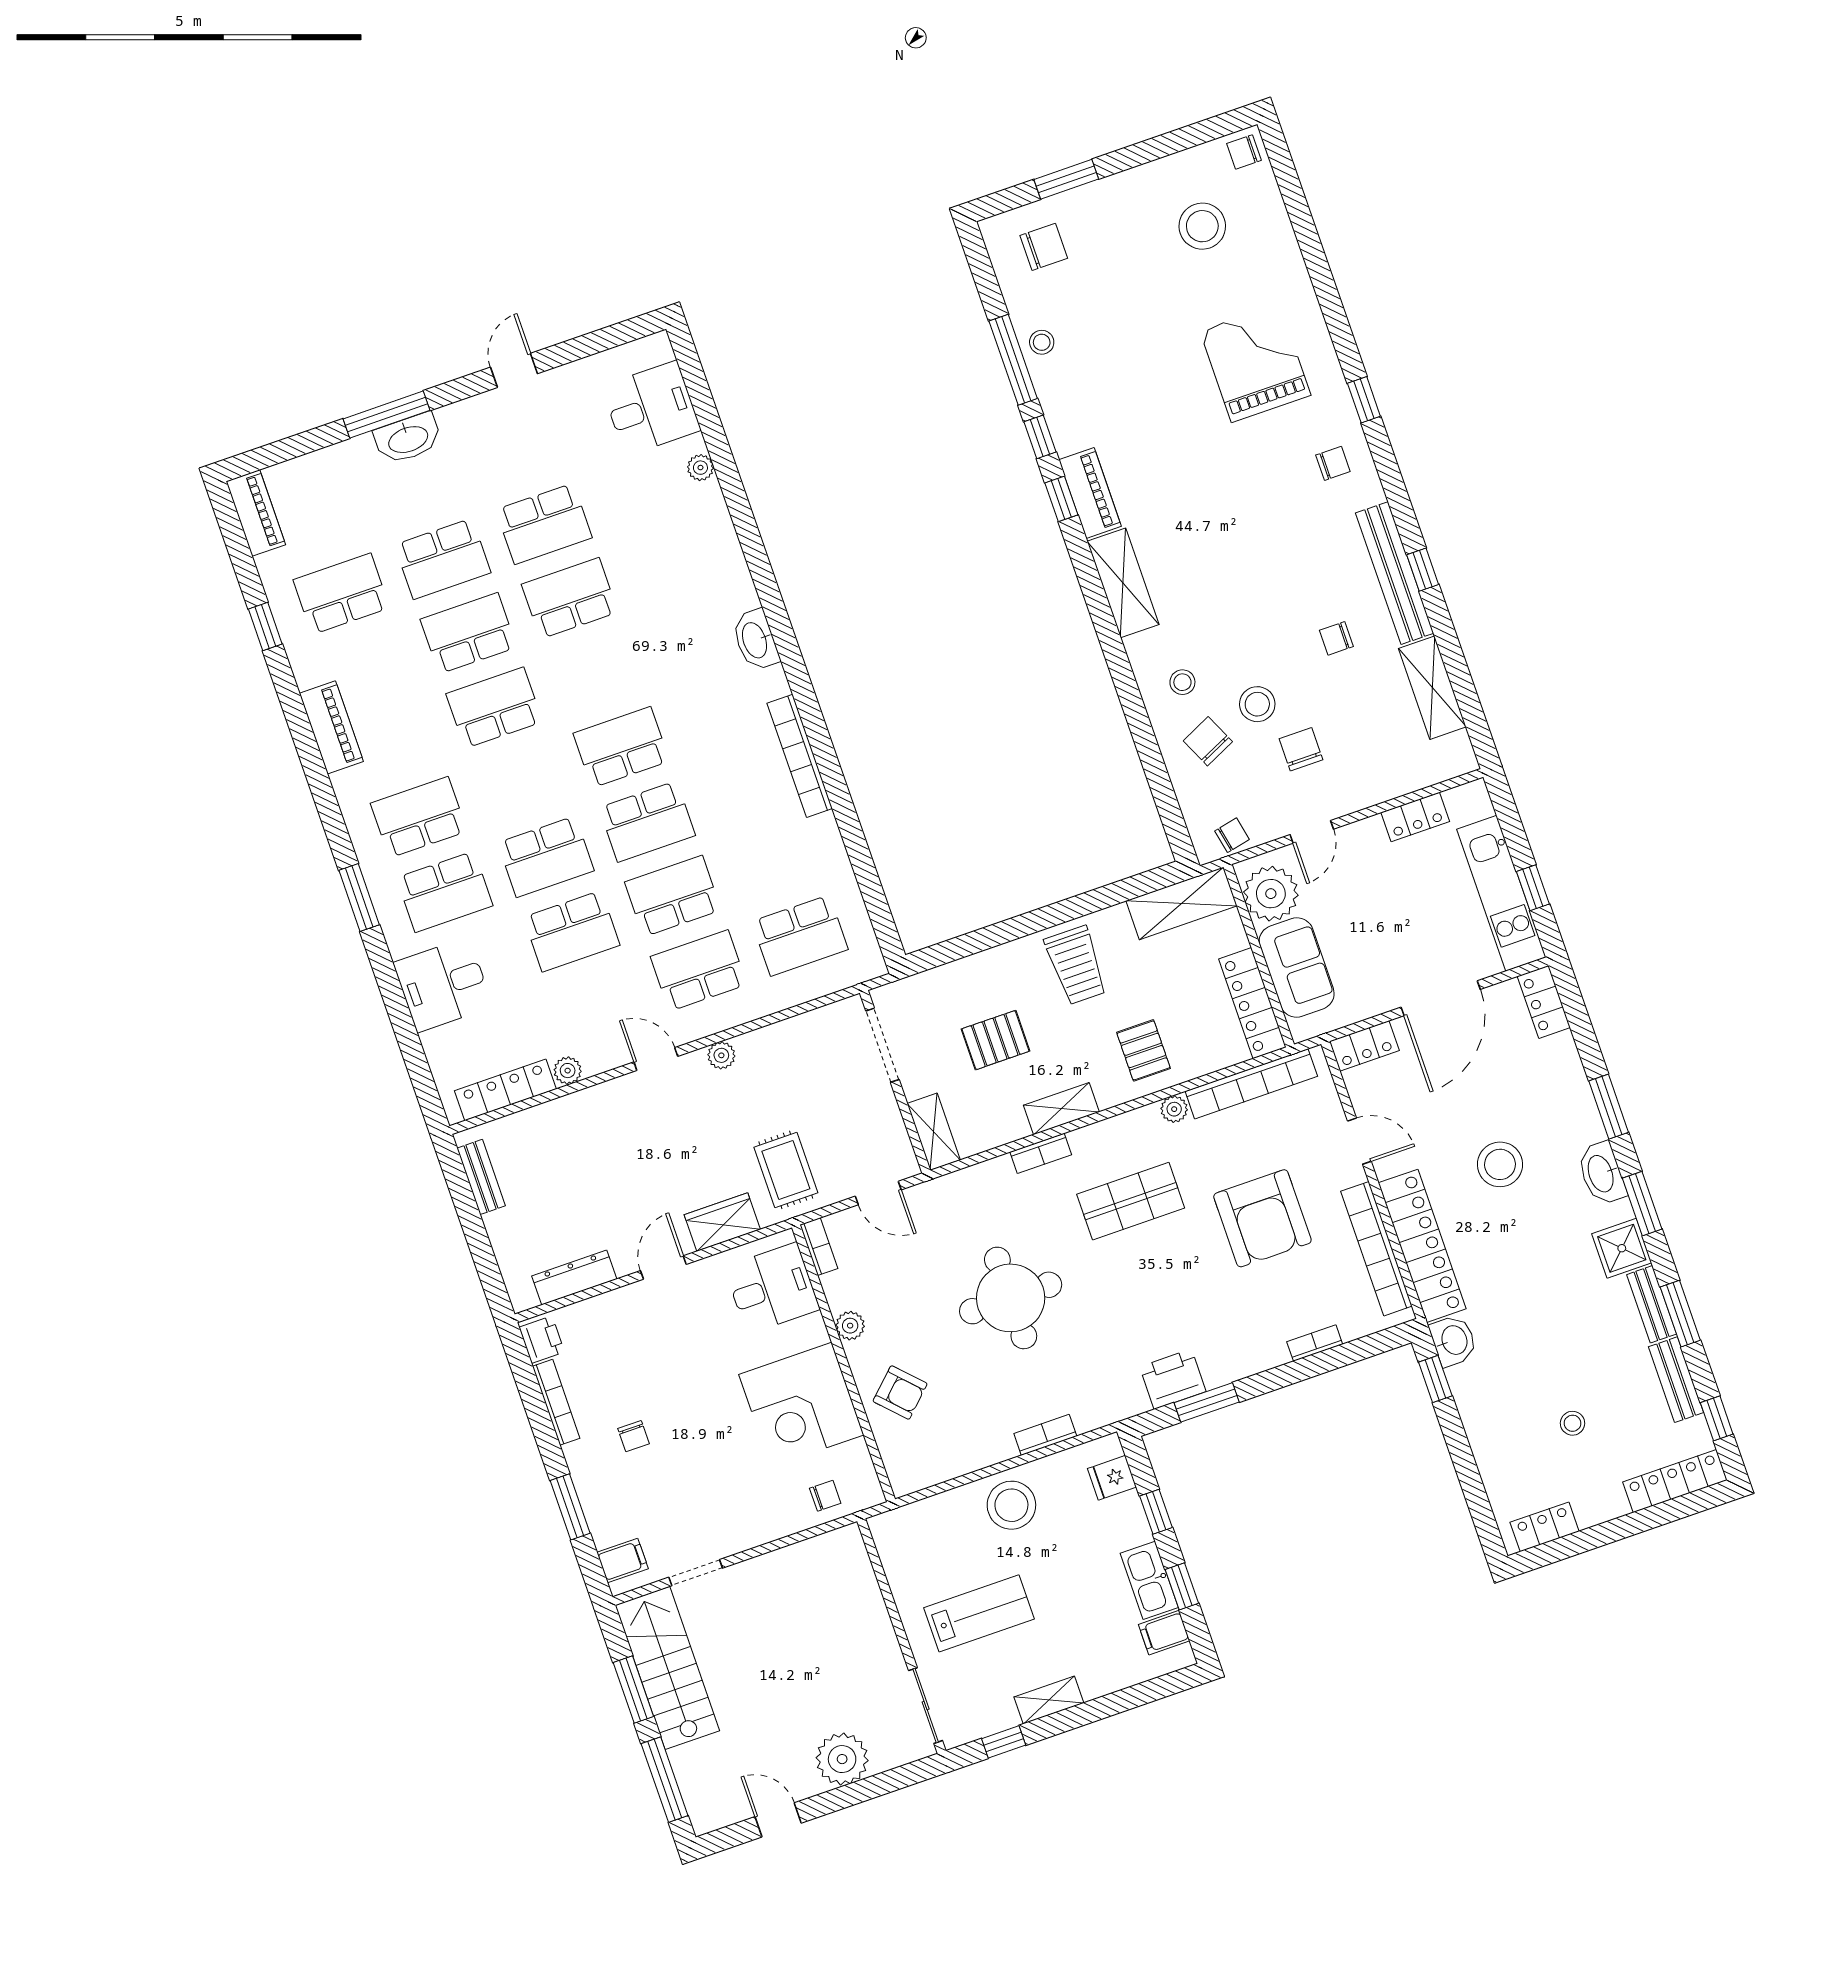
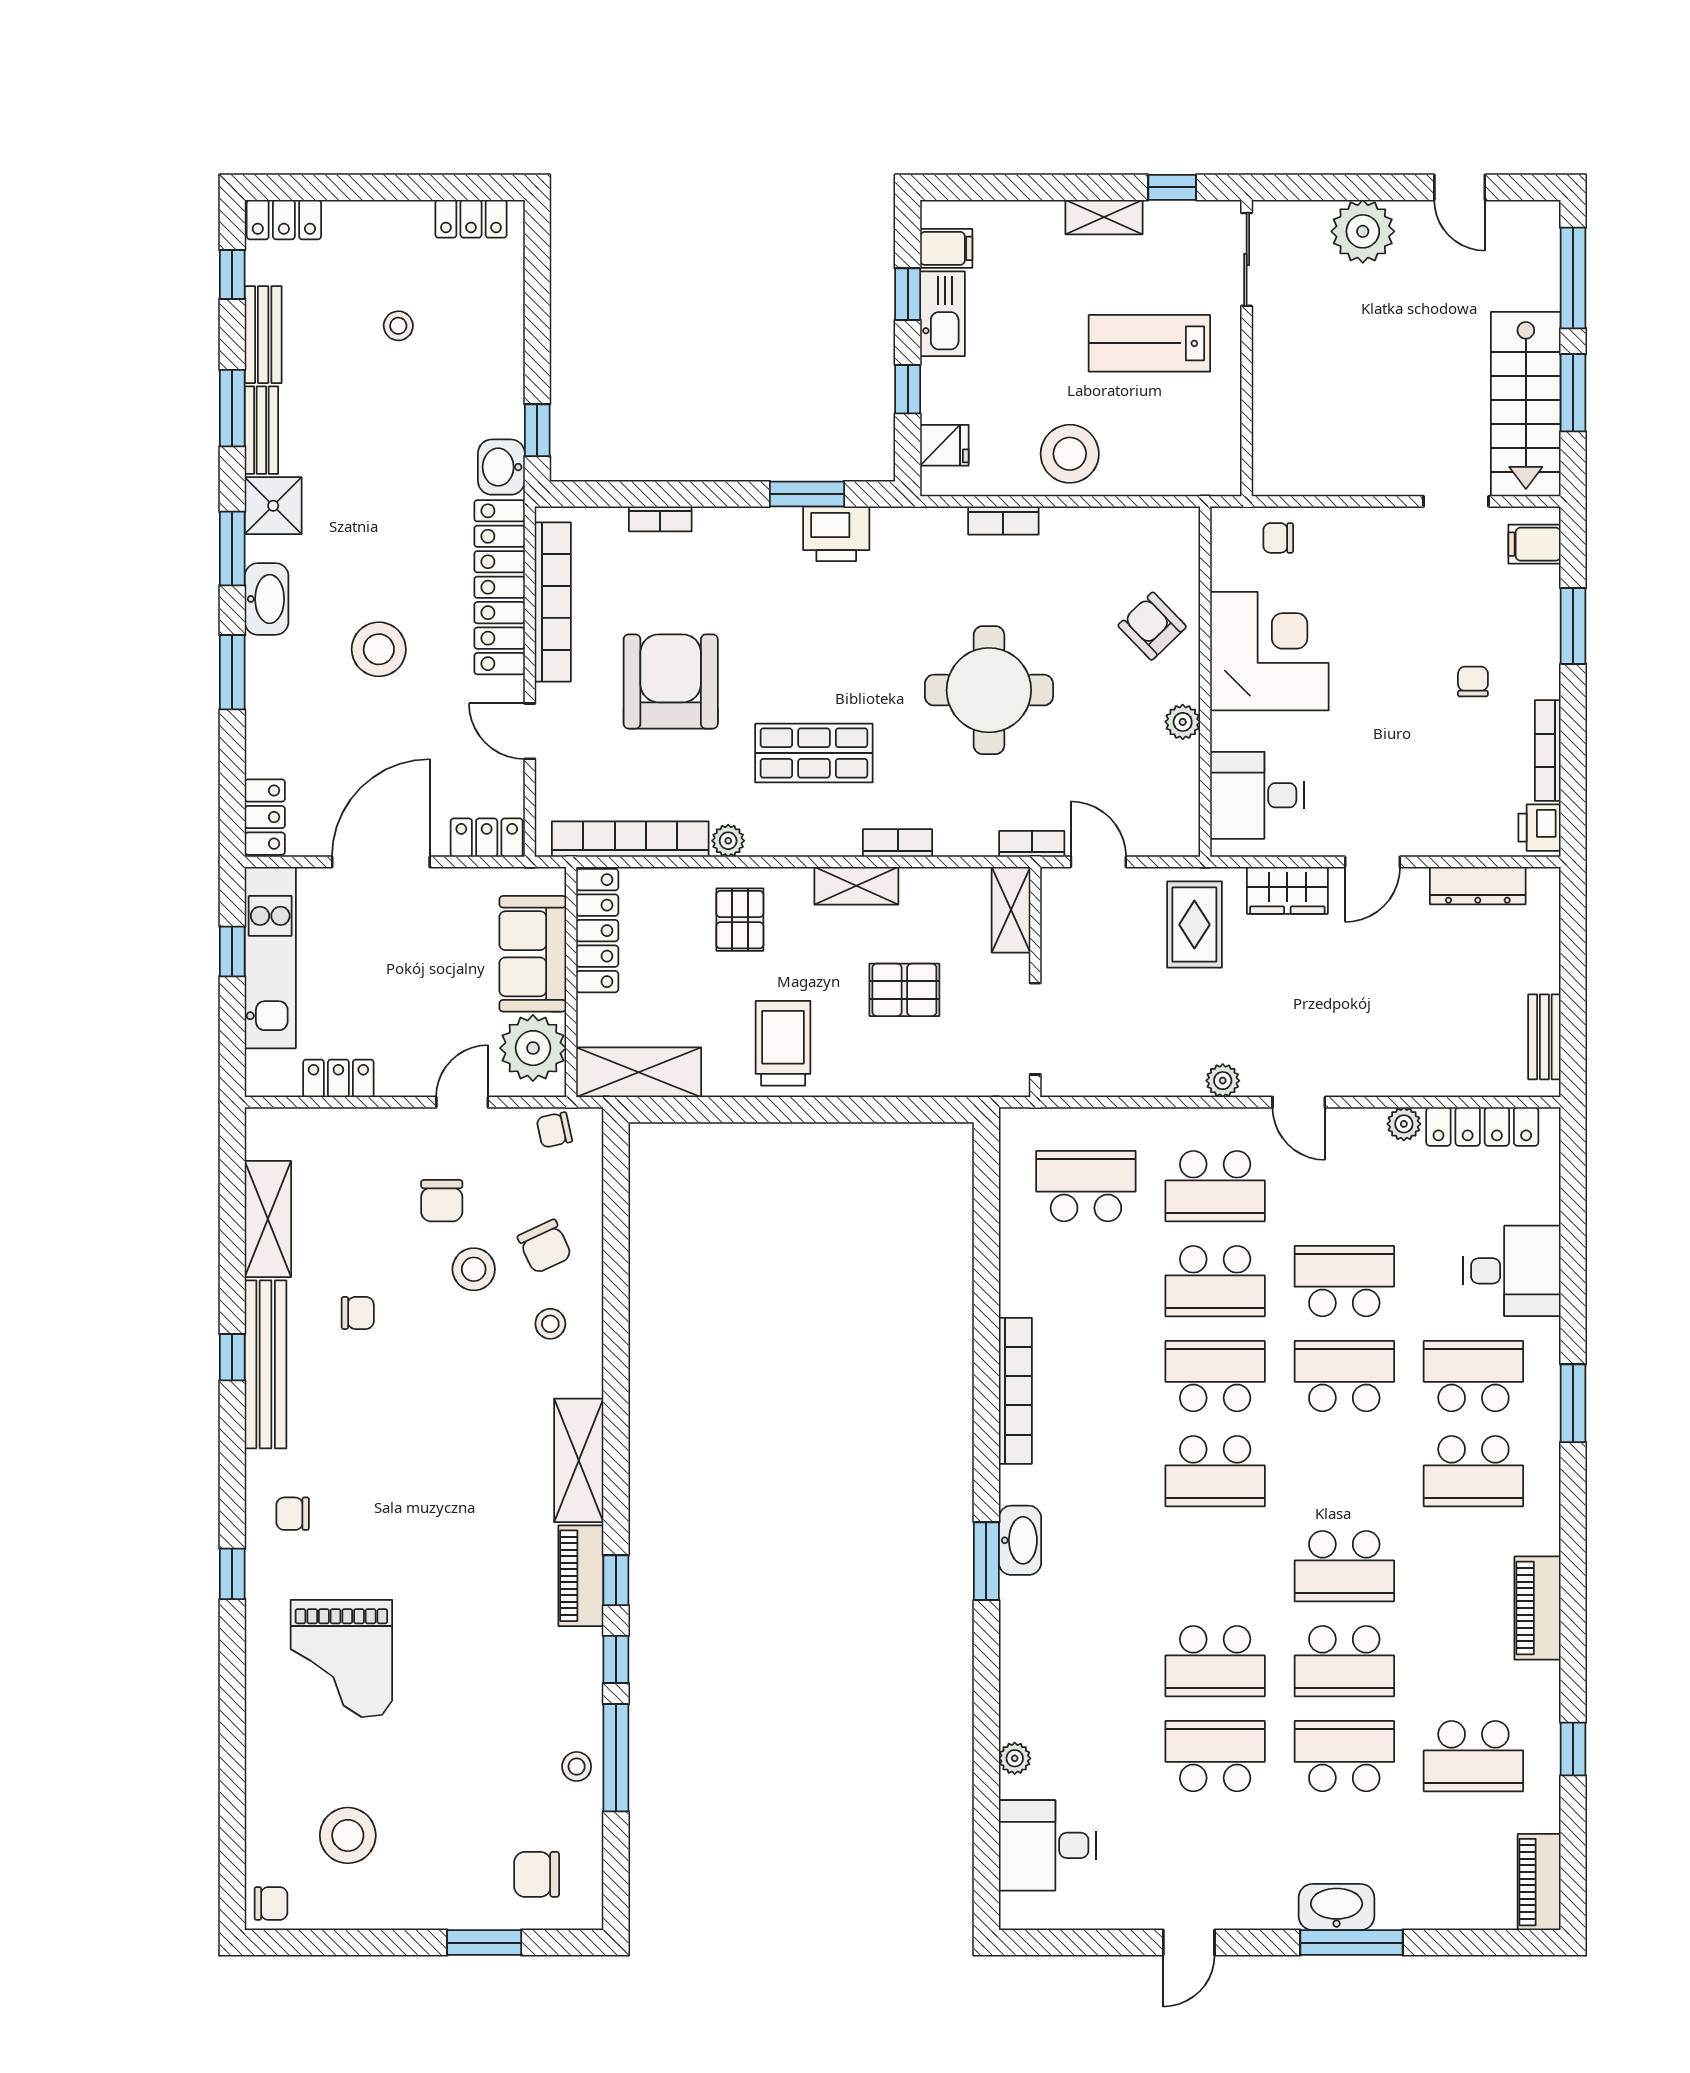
window: (776, 614) -> (986, 1561), added
bookcase: (819, 1247) -> (1032, 844), moved, turned 90
locker: (1675, 1481) -> (284, 220), width x0.66

